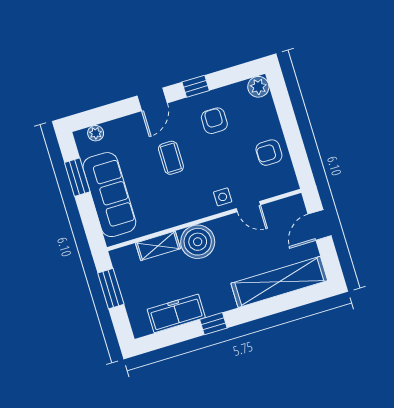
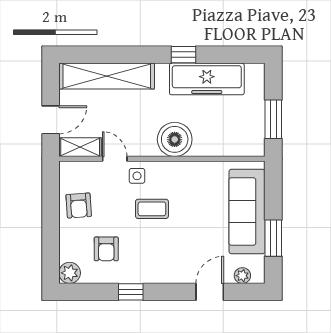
door: (152, 99) -> (210, 292), moved
armchair: (214, 121) -> (106, 249), moved
armchair: (269, 153) -> (79, 206), turned 86
coffee table: (171, 158) -> (152, 209), moved, turned 90
shelving: (158, 246) -> (80, 147), moved
freezer: (176, 313) -> (207, 79), width x1.36, depth x1.26

